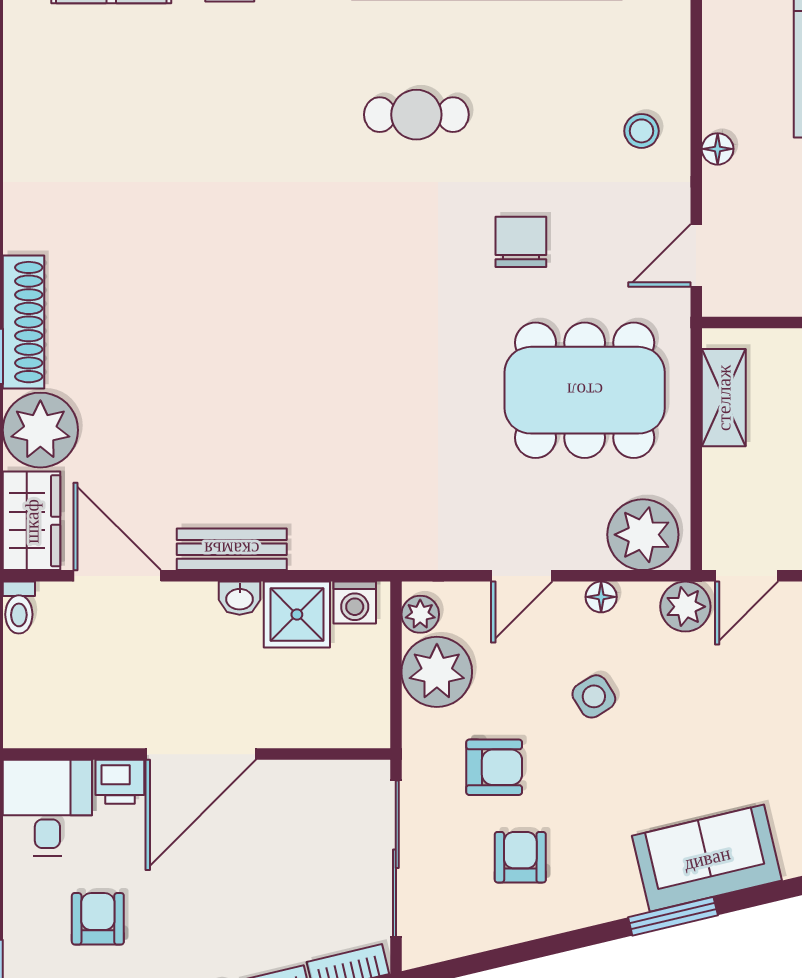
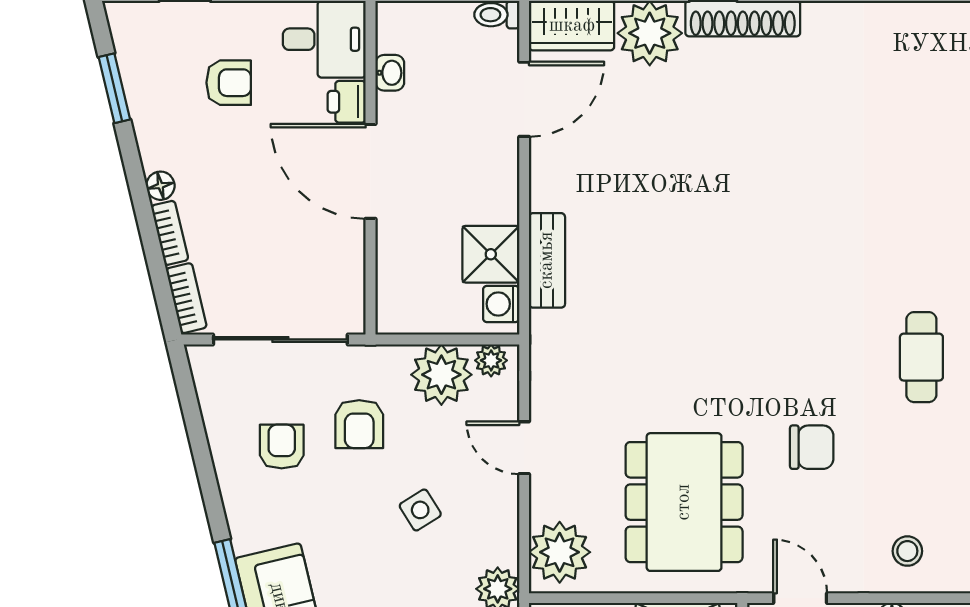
bench: (232, 549) -> (547, 260), moved
floor lamp: (601, 597) -> (506, 516), removed
washbasin: (240, 598) -> (390, 73), moved, turned 180
armchair: (520, 857) -> (282, 447), turned -90

